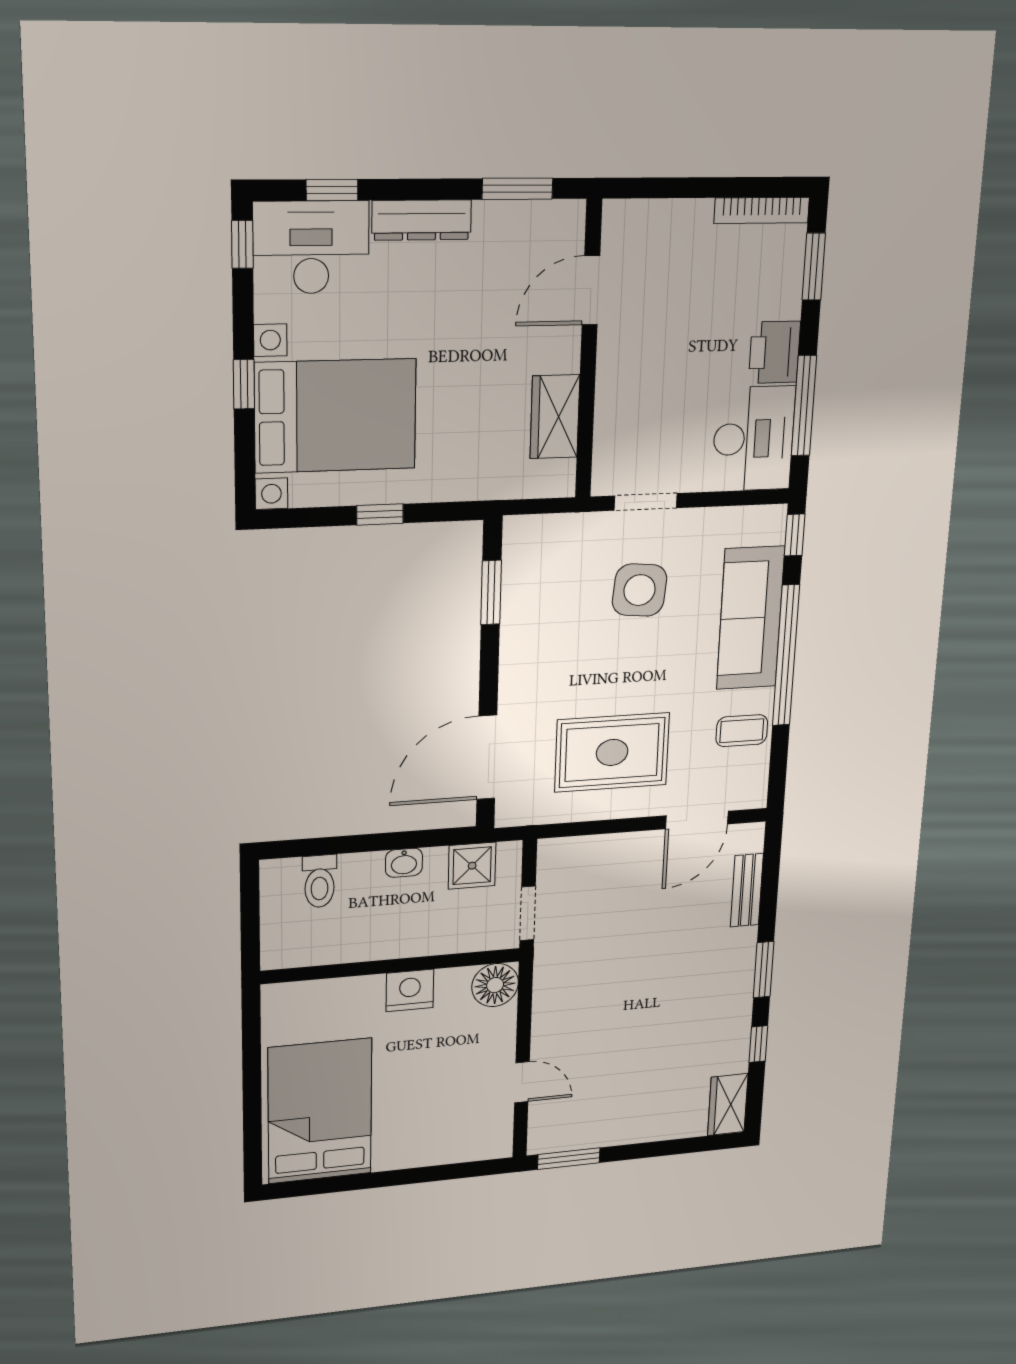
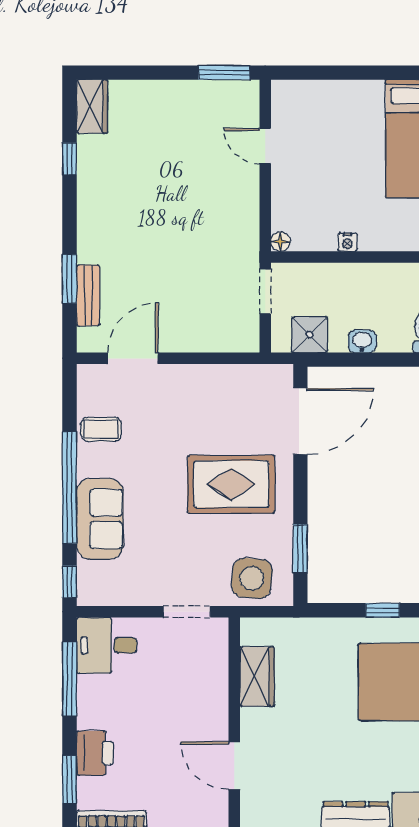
door: (591, 290) -> (234, 766), swing flipped
printer: (774, 352) -> (95, 753), moved
desk: (753, 439) -> (107, 645), width x0.73
side table: (640, 590) -> (252, 578), moved
sofa: (751, 618) -> (100, 519), width x0.73
rug: (612, 752) -> (231, 484), moved
window: (764, 970) -> (69, 279), moved
floor lamp: (495, 985) -> (281, 242), width x0.53, depth x0.53
nightstand: (410, 991) -> (347, 242), width x0.53, depth x0.56

